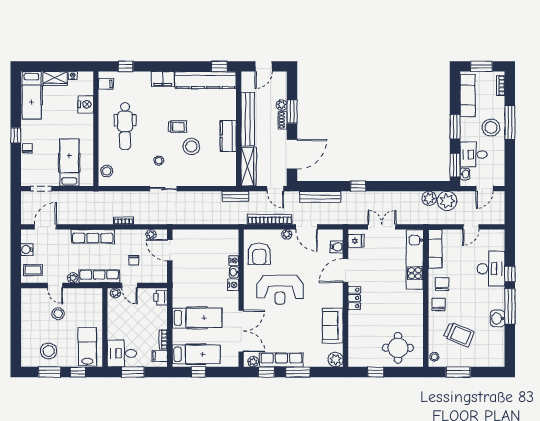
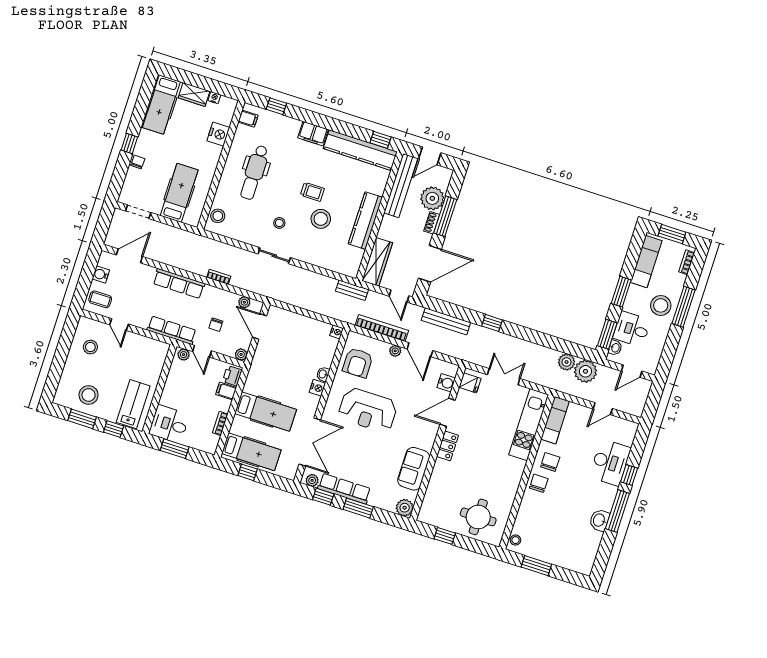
plant: (282, 105) -> (432, 198), width x1.87, depth x1.87
window: (292, 112) -> (445, 216), width x1.44
bench: (248, 119) -> (401, 186), moved
kitchen counter: (228, 136) -> (365, 221), width x1.50
nightstand: (234, 261) -> (337, 332), moved
plant: (73, 278) -> (241, 354), moved
stool: (58, 314) -> (90, 347), moved
trolley: (459, 334) -> (551, 524), removed
filing cabinet: (160, 356) -> (226, 391), moved

